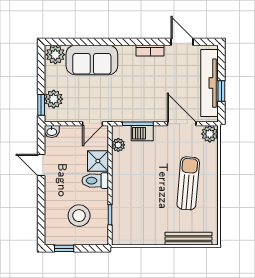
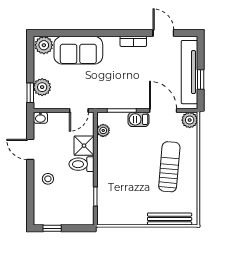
barbecue: (142, 133) -> (139, 119), moved
stool: (79, 216) -> (48, 179), moved, width x0.53, depth x0.53

